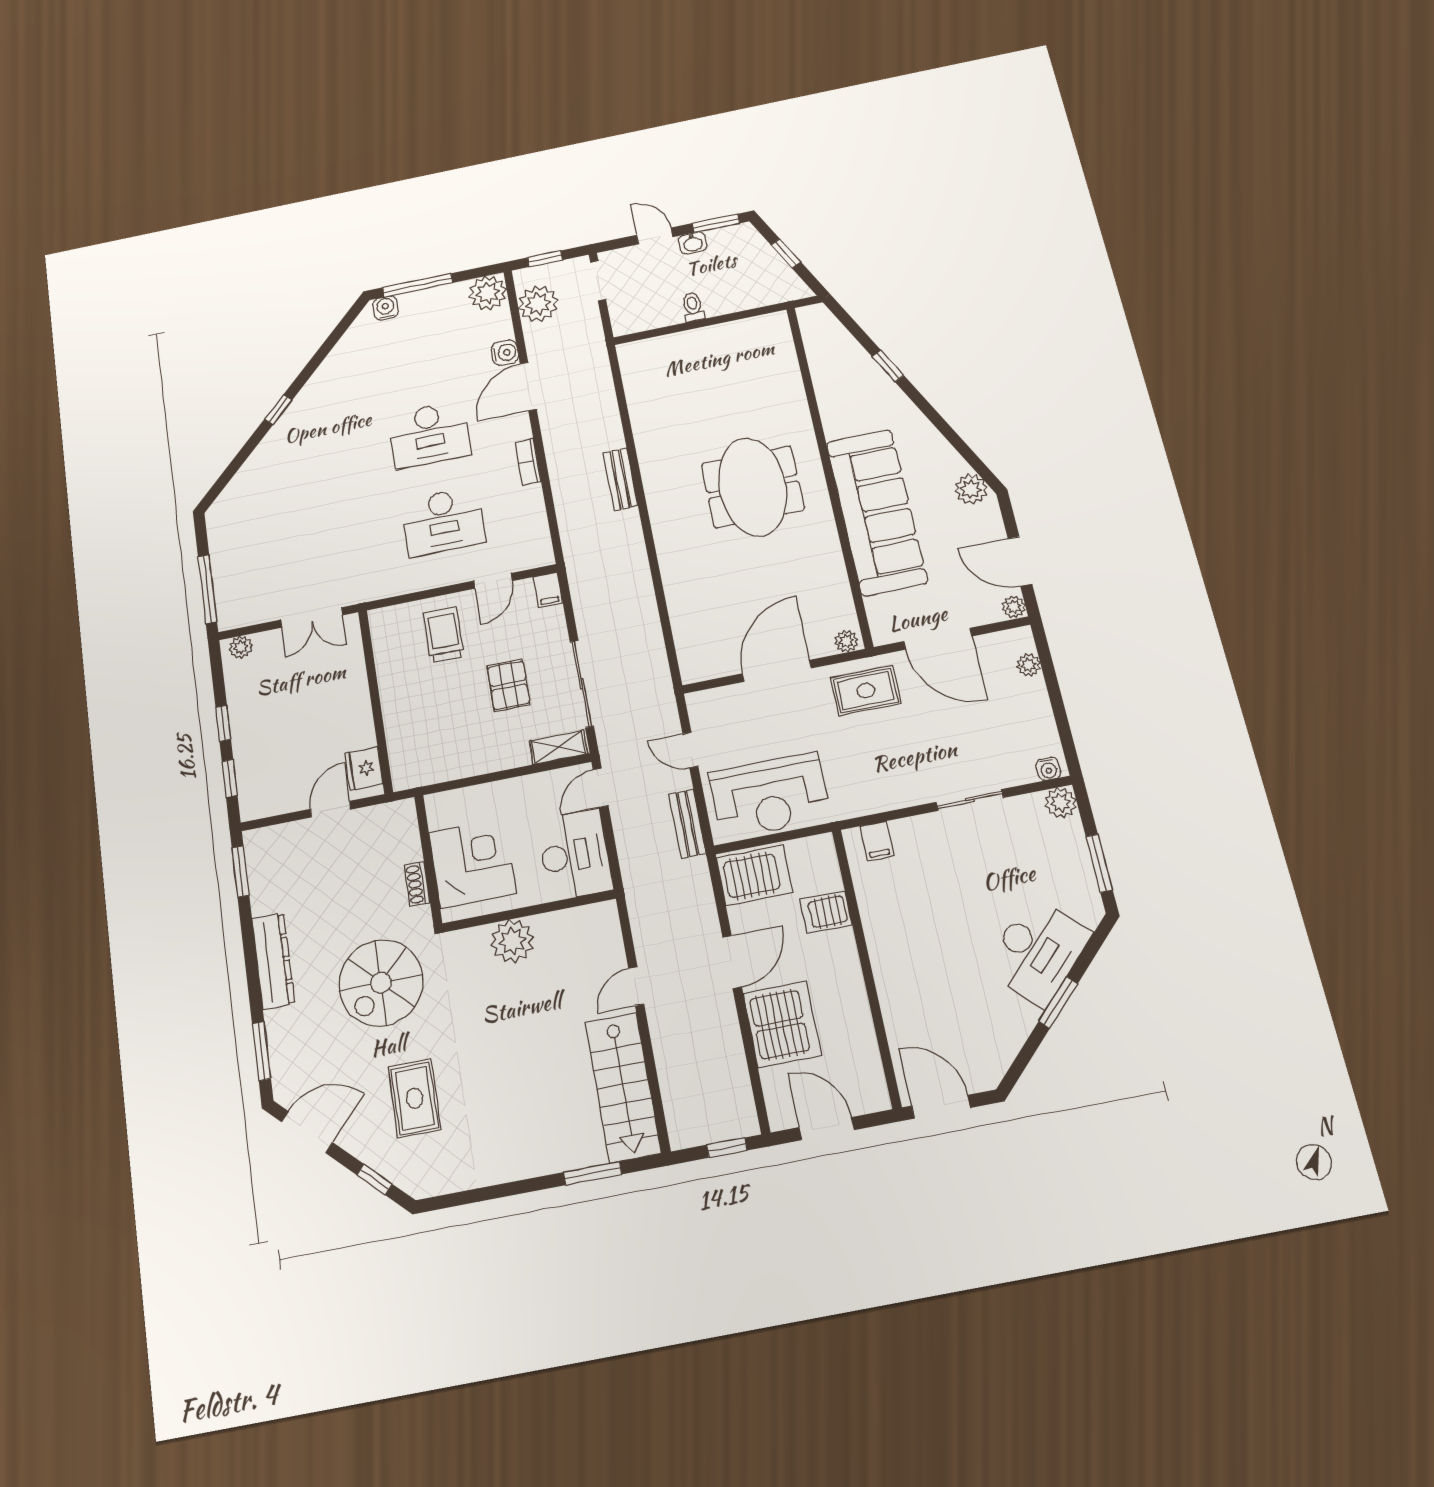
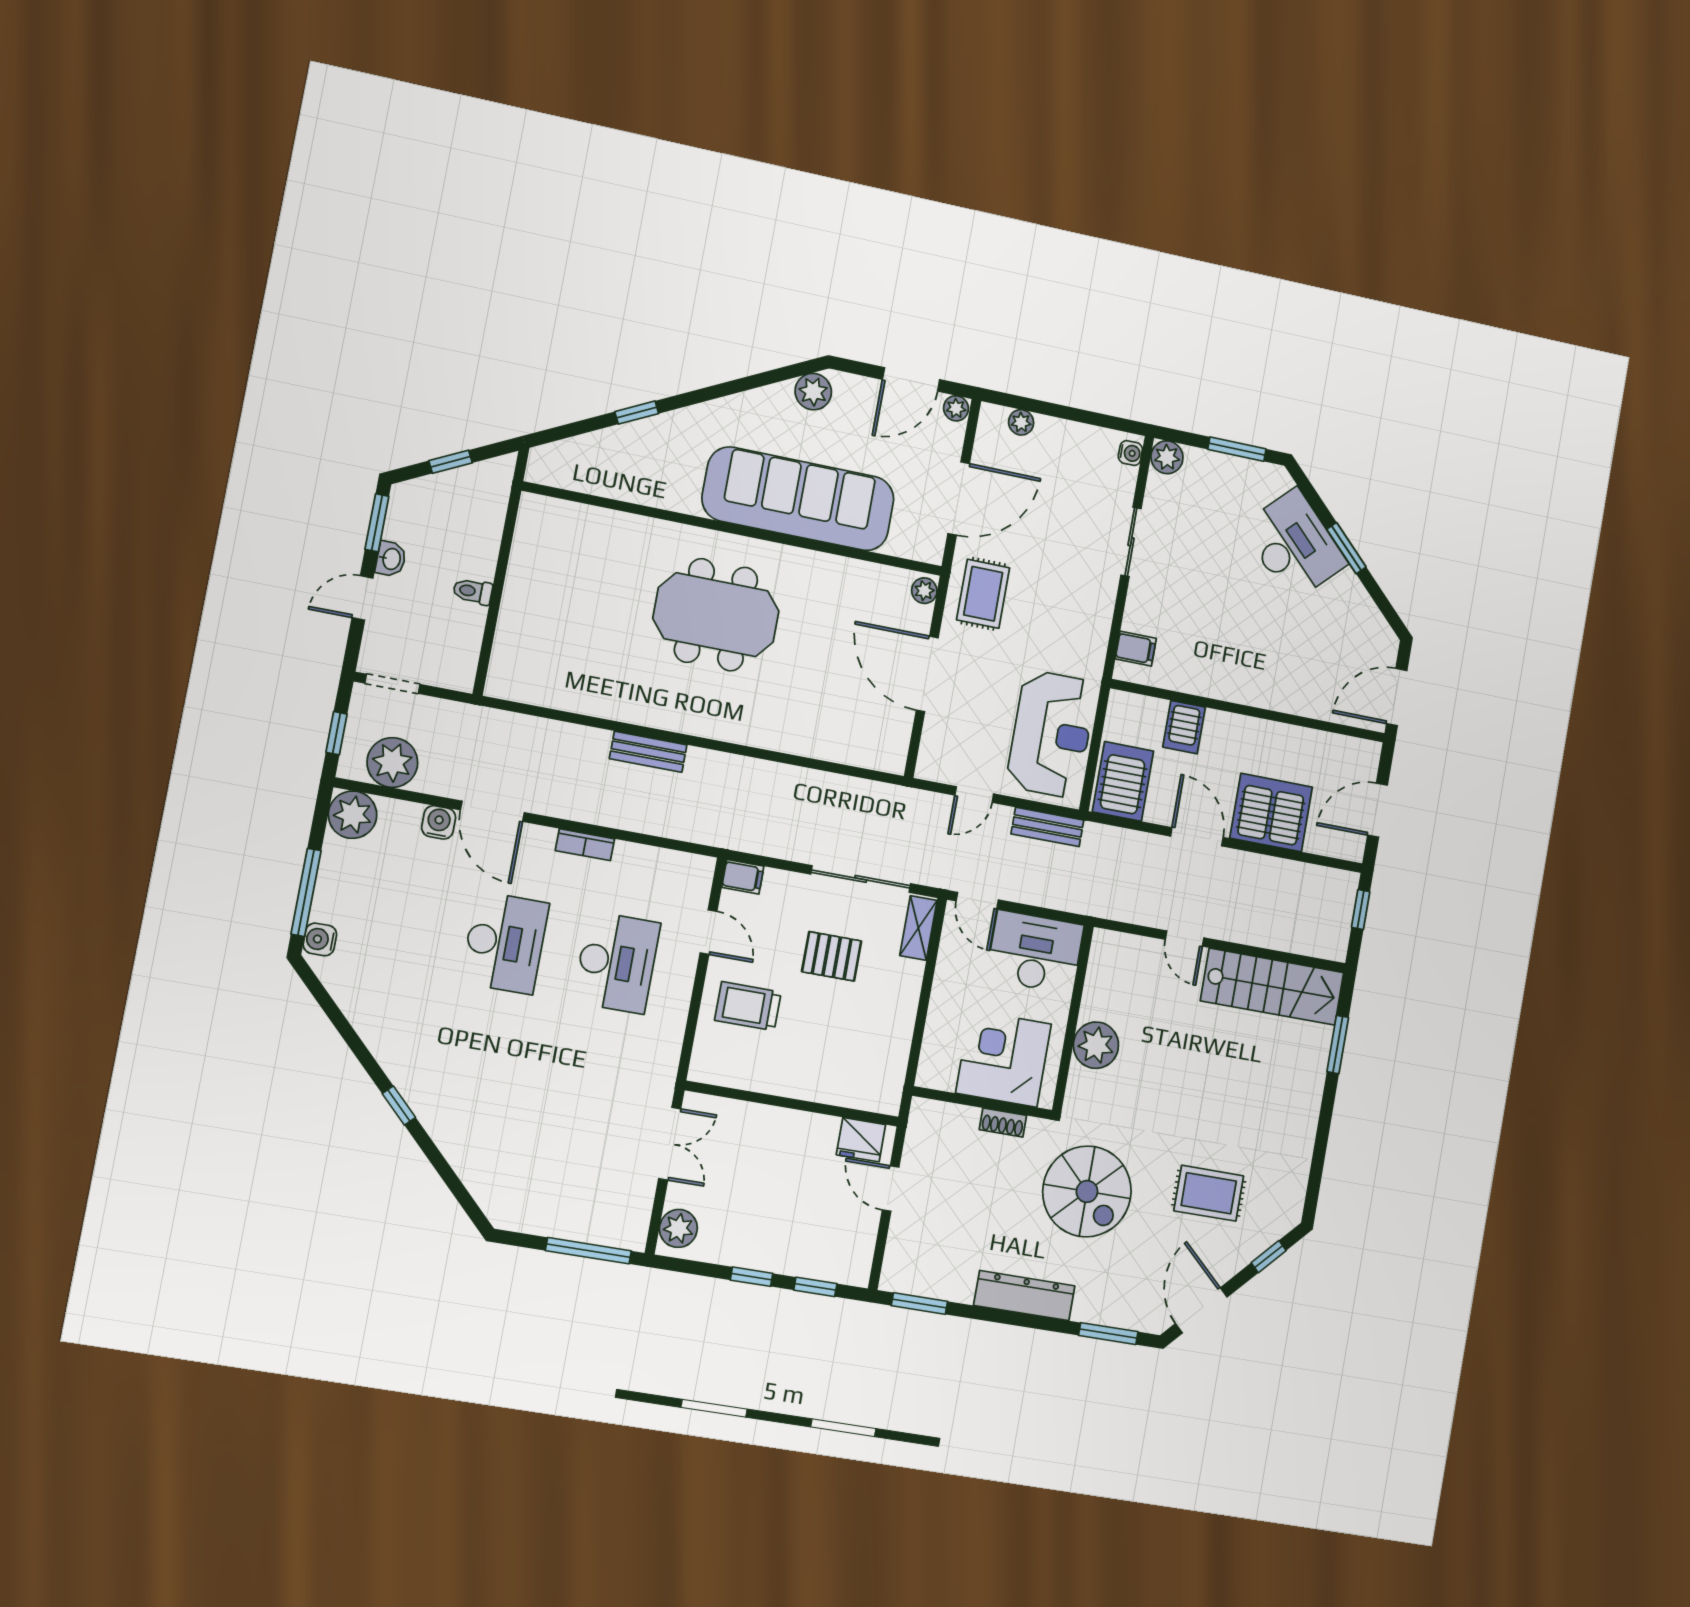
plant: (241, 647) -> (678, 1228), width x1.38, depth x1.38

